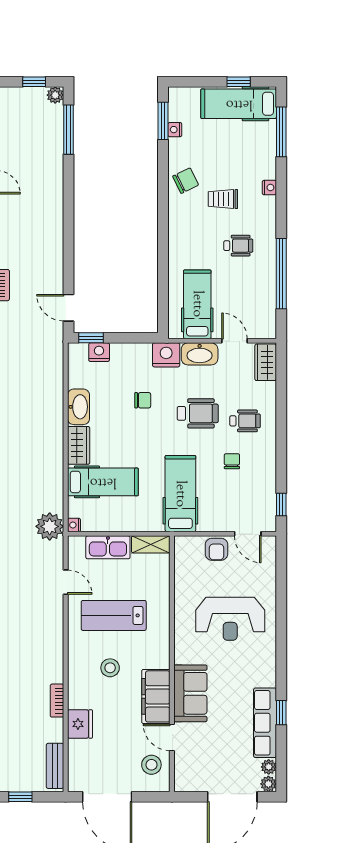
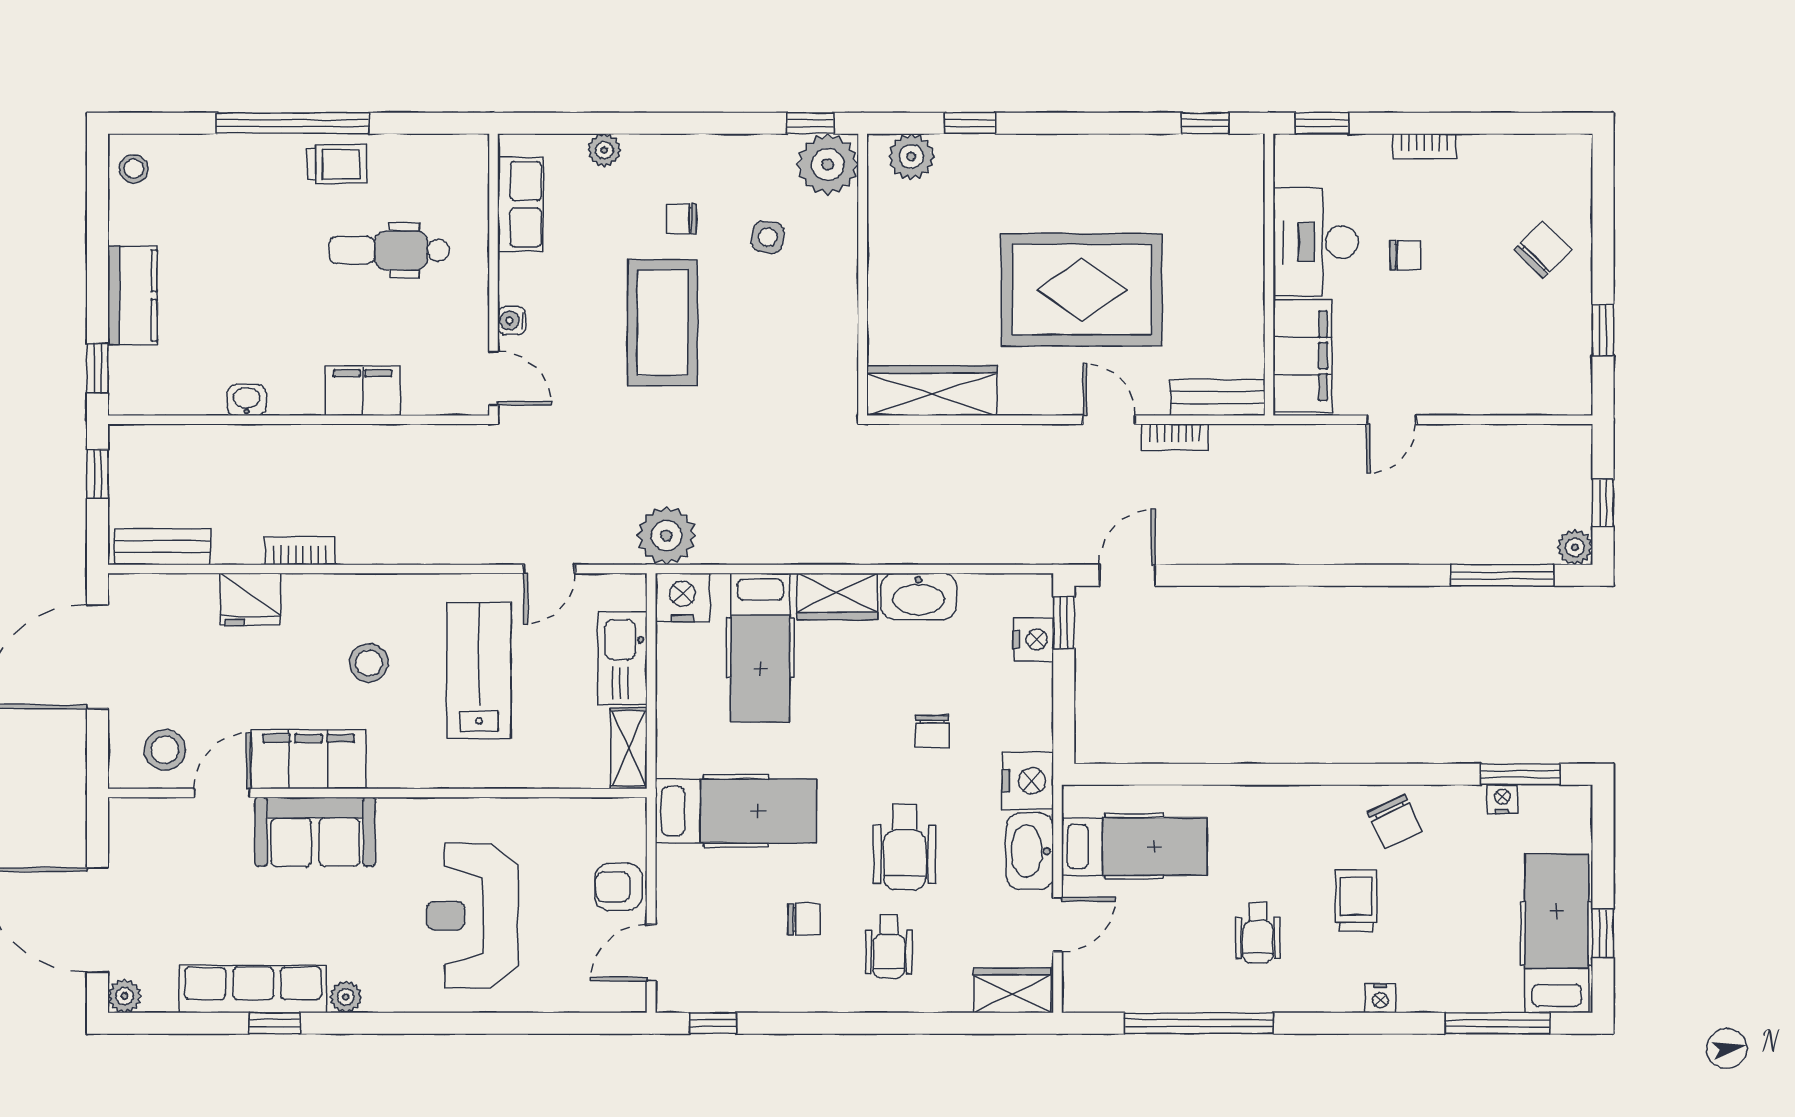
nightstand: (74, 525) -> (682, 597), width x1.89, depth x1.79
plant: (269, 767) -> (346, 997), moved

